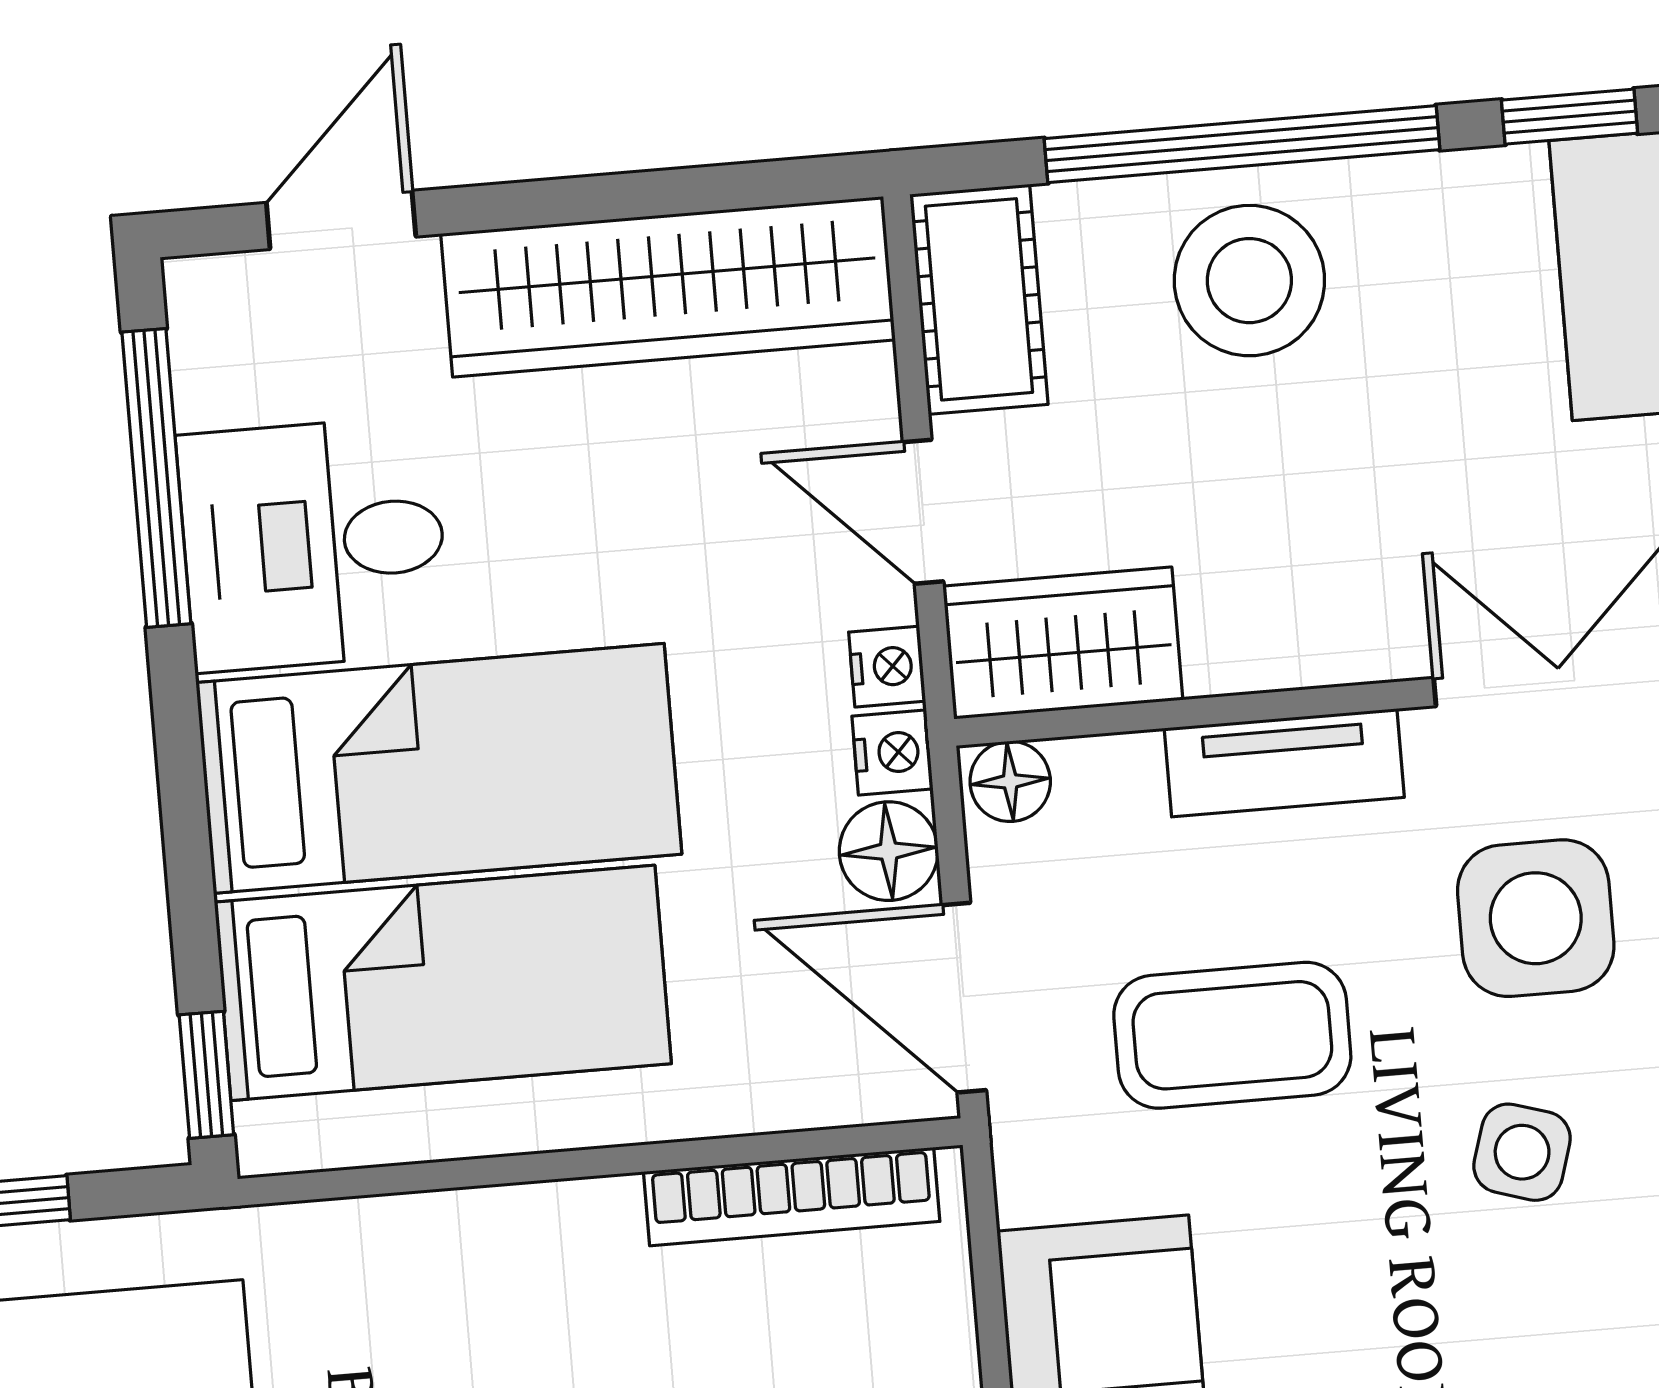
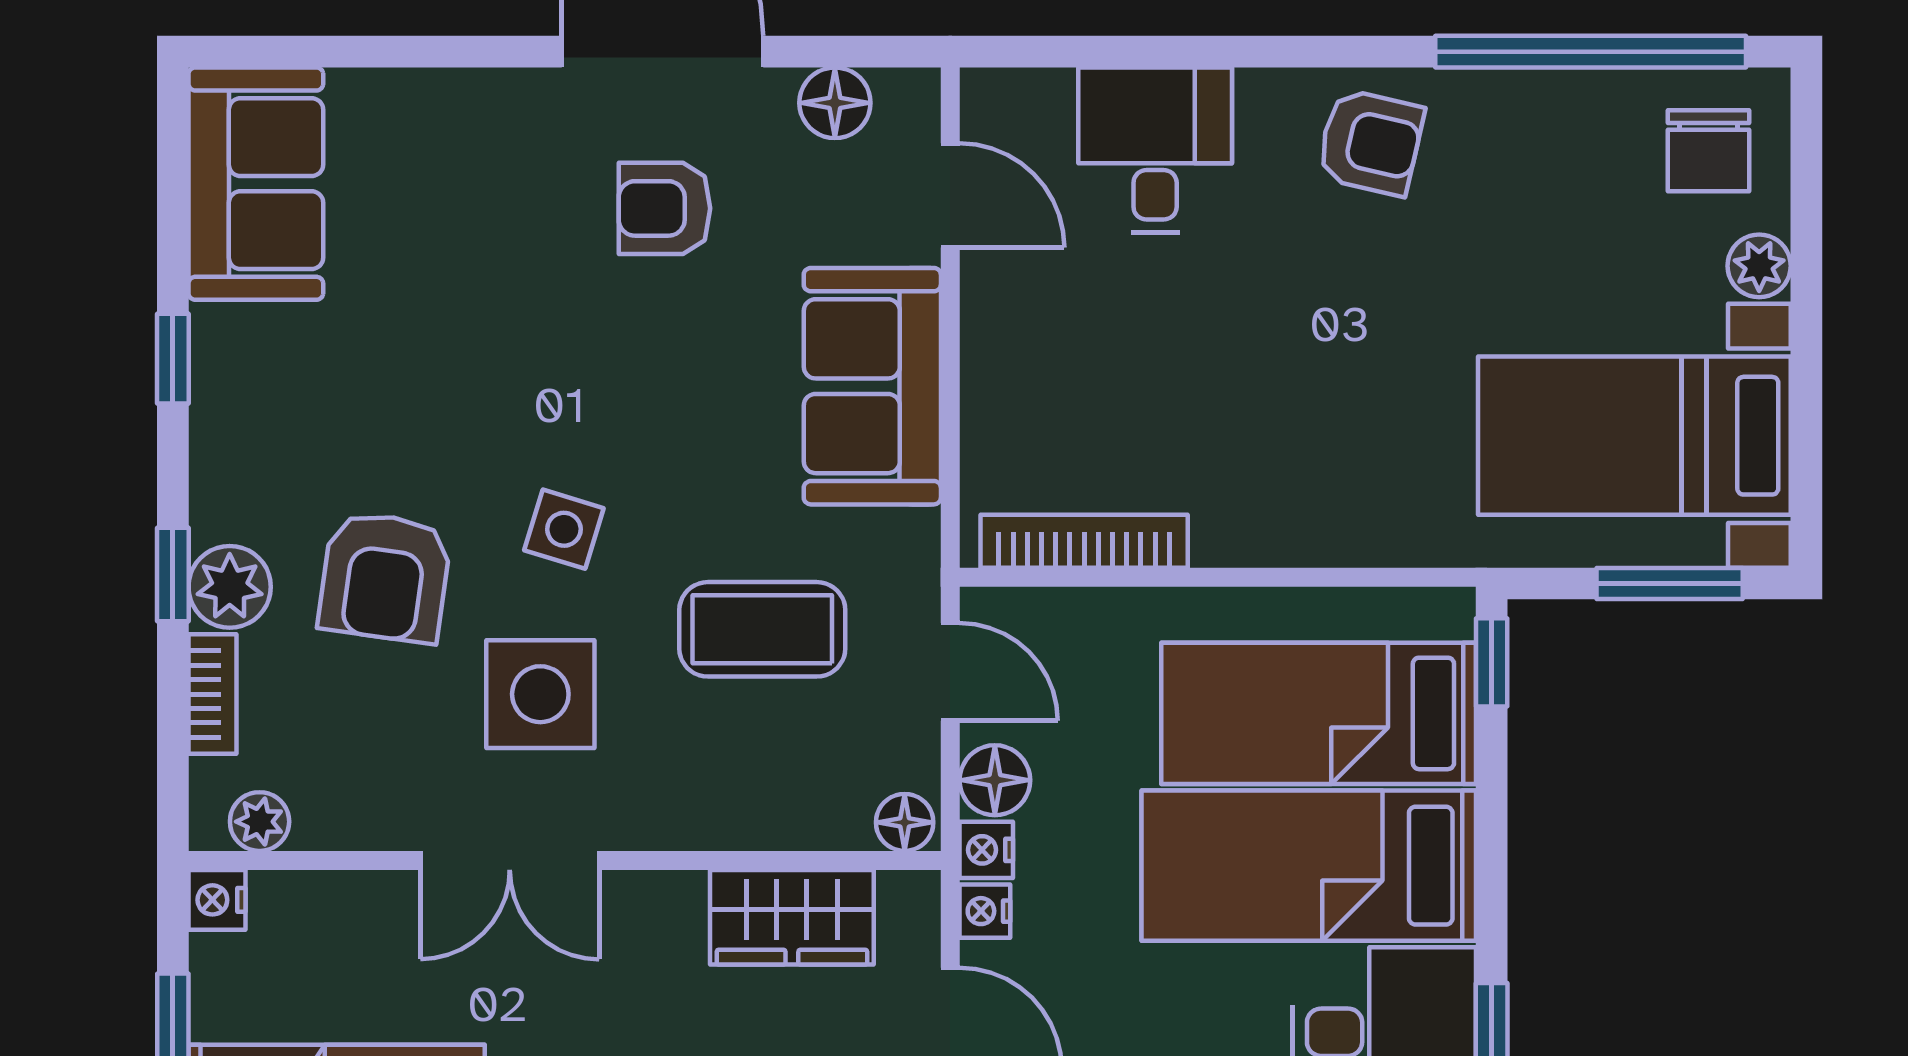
wardrobe: (1063, 643) -> (792, 917), moved
tv unit: (1284, 763) -> (709, 819), removed
door: (964, 998) -> (950, 672), width x0.73

